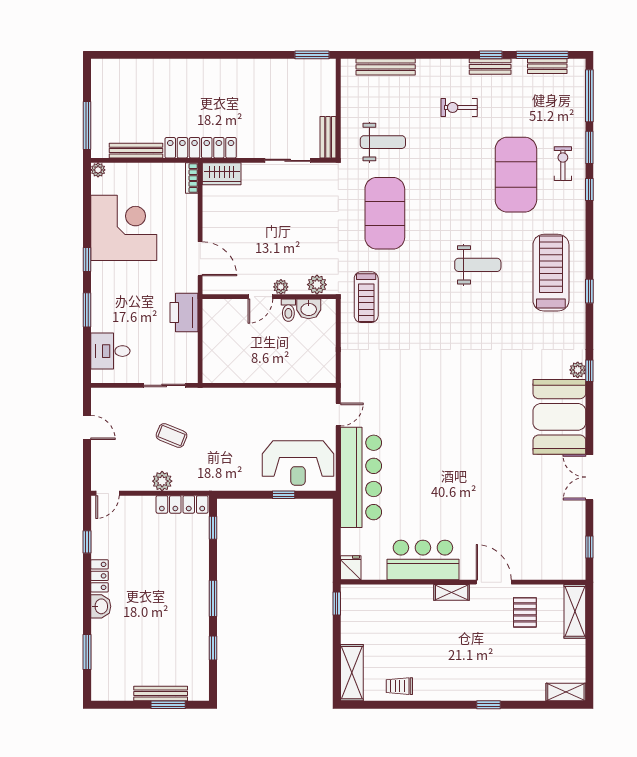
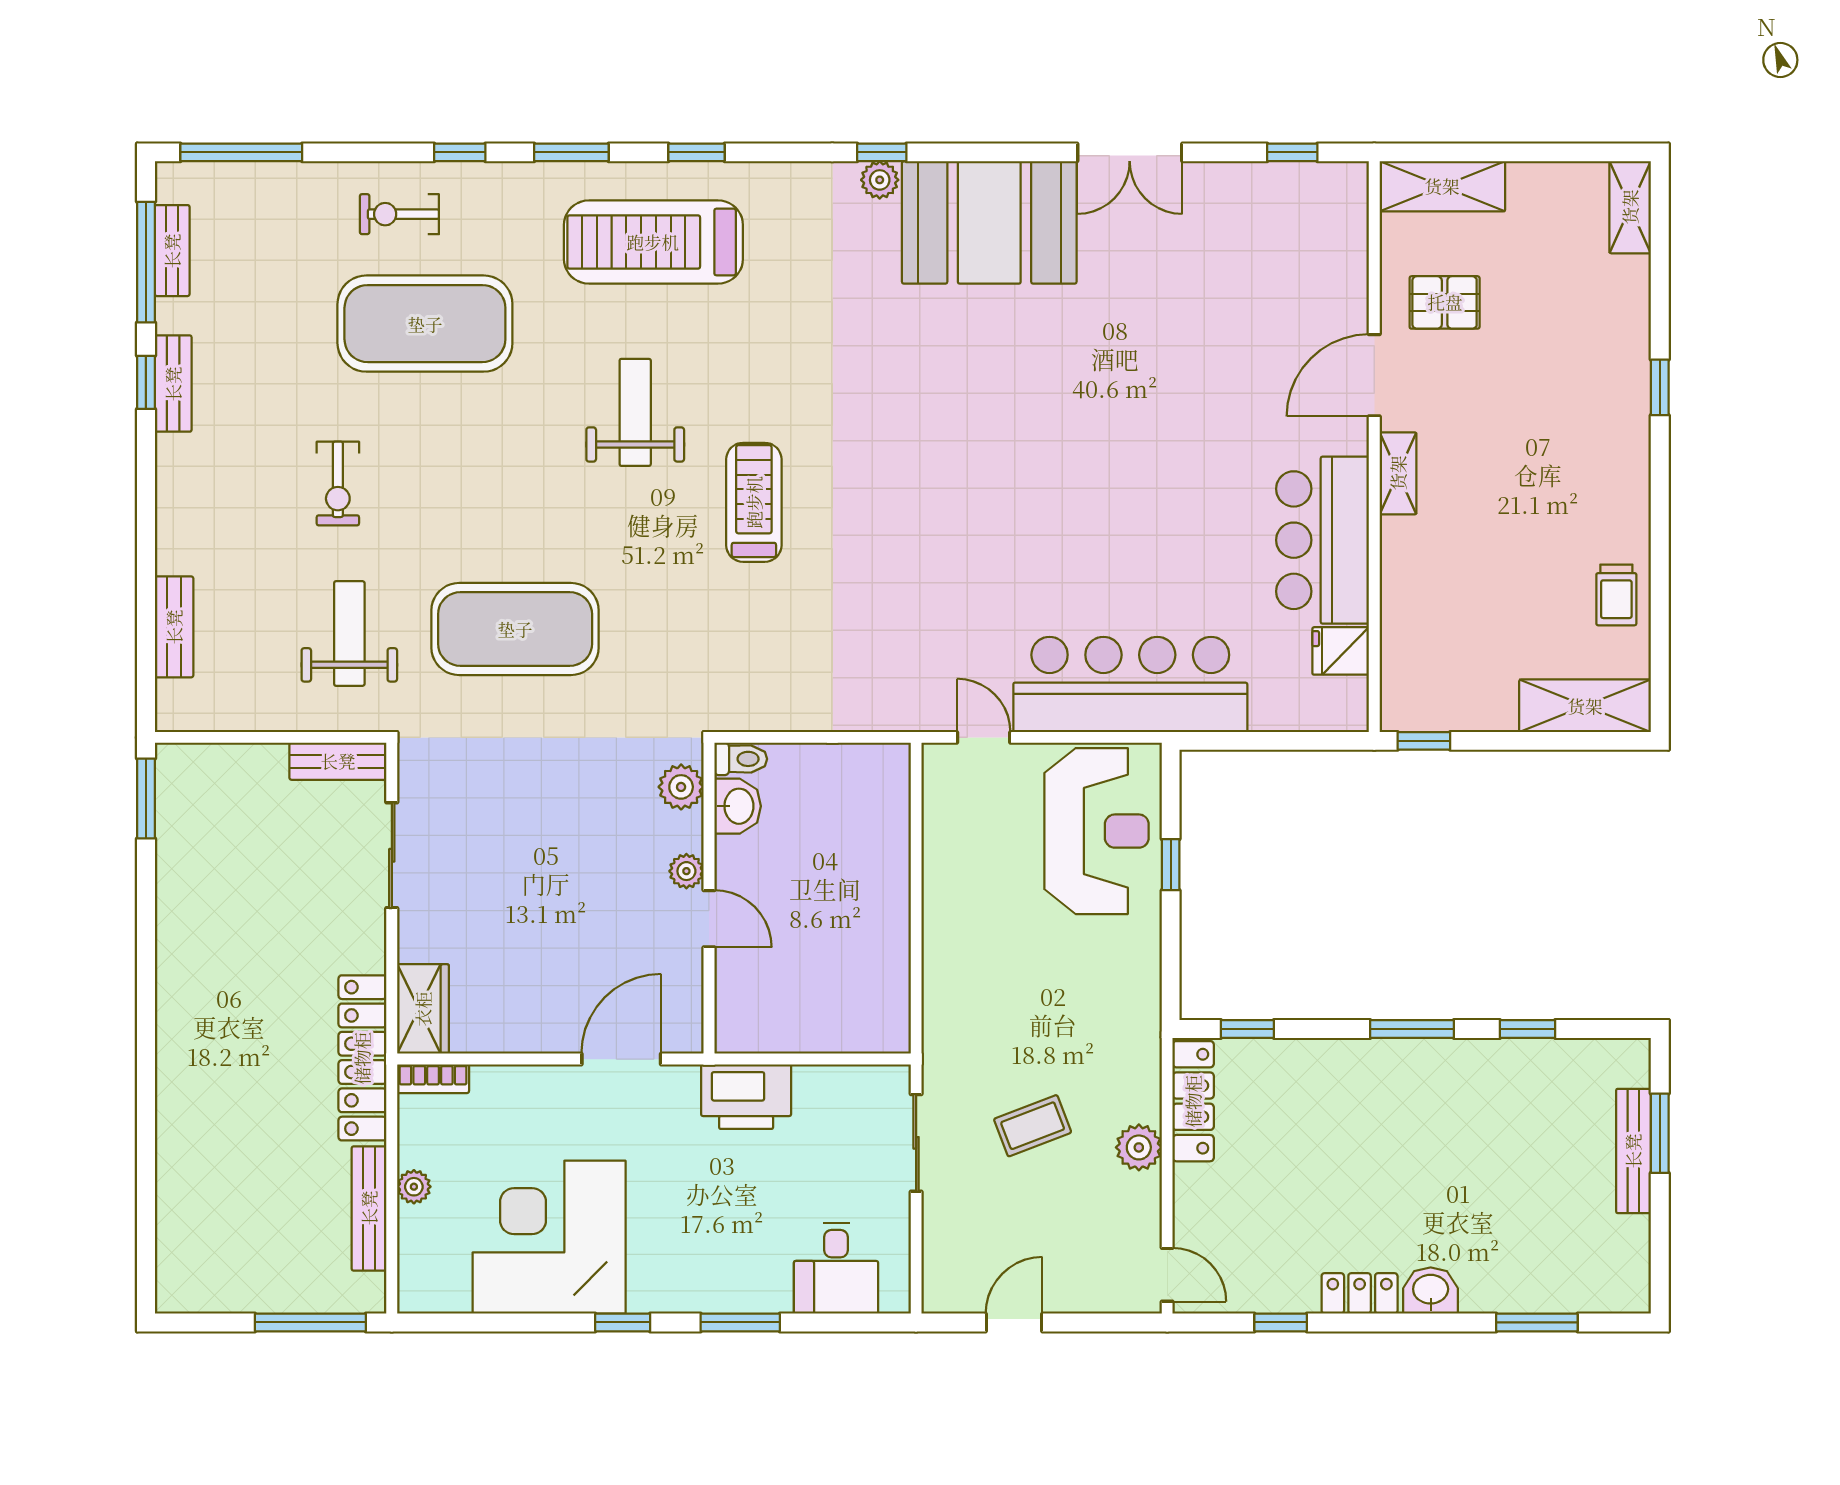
bench: (386, 67) -> (174, 627), width x0.73
exercise bike: (459, 107) -> (338, 484), moved
window: (589, 147) -> (571, 152), moved
plant: (98, 170) -> (414, 1187), moved
treadmill: (366, 297) -> (754, 502), moved, turned -90
toilet: (288, 310) -> (741, 759), moved
coffee table: (171, 435) -> (1033, 1126), turned 47
fridge: (351, 568) -> (1341, 651), moved

